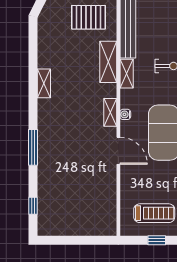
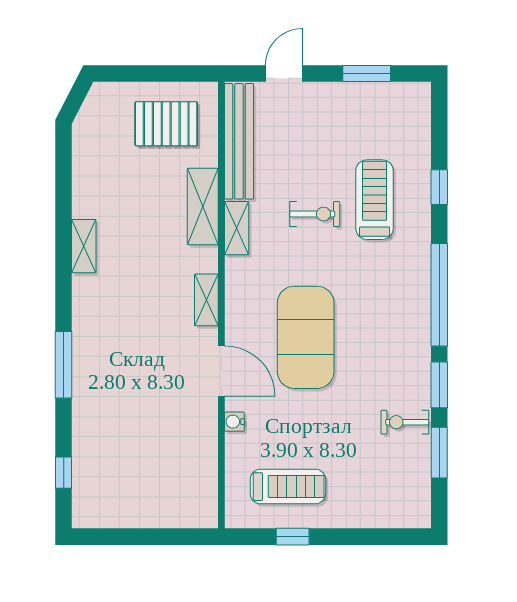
water cooler: (125, 114) -> (234, 422), moved

